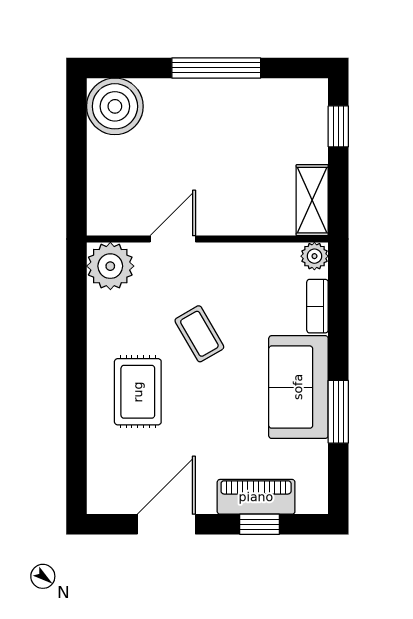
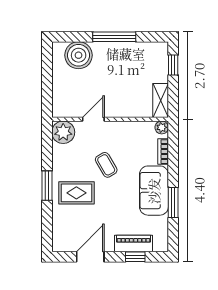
boiler: (115, 106) -> (79, 55), moved
window: (77, 377) -> (47, 186), added
rug: (138, 392) -> (76, 193), turned 90

